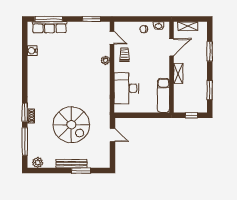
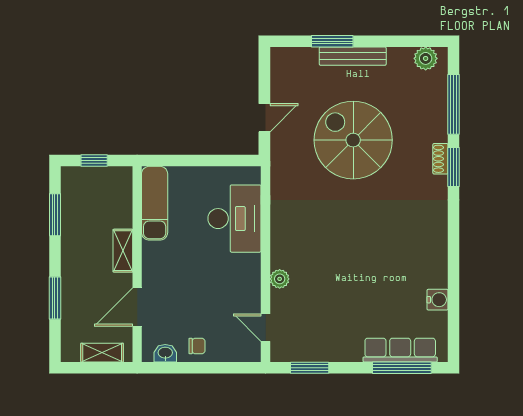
trolley: (124, 55) -> (239, 291), removed
door: (113, 135) -> (264, 118), swing flipped

